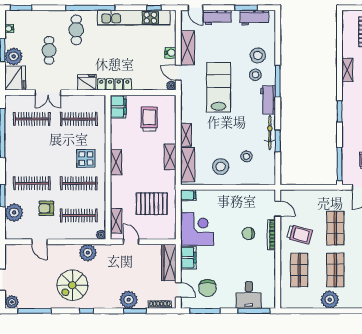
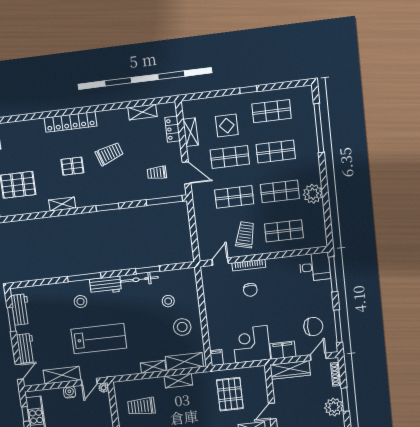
stool: (258, 55) -> (60, 301), removed
lab bench: (219, 87) -> (99, 339), turned 180
desk: (249, 295) -> (315, 267), moved

